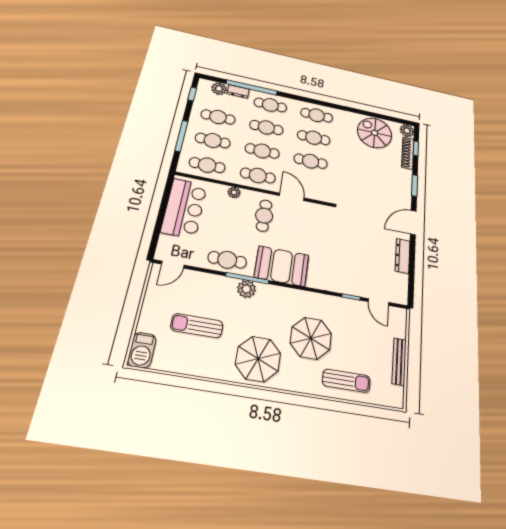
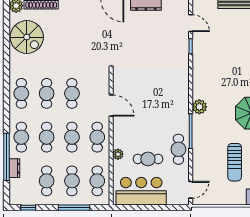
plant: (219, 89) -> (16, 186), removed
spiral stairs: (375, 133) -> (27, 37), turned -90
door: (292, 197) -> (111, 105), swing flipped
cafe table: (264, 216) -> (148, 159), moved
door: (173, 265) -> (191, 190), hinge flipped
booth: (282, 266) -> (175, 106), removed
plant: (246, 289) -> (199, 107), moved
door: (378, 302) -> (191, 23), hinge flipped
parasol: (311, 338) -> (229, 75), removed

